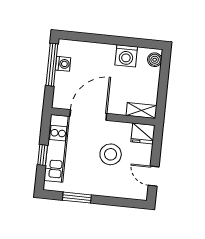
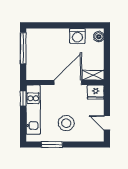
washing machine: (63, 64) -> (31, 47), removed
door: (88, 115) -> (68, 83), moved
stool: (111, 154) -> (66, 123), moved
window: (43, 155) -> (23, 98), moved

